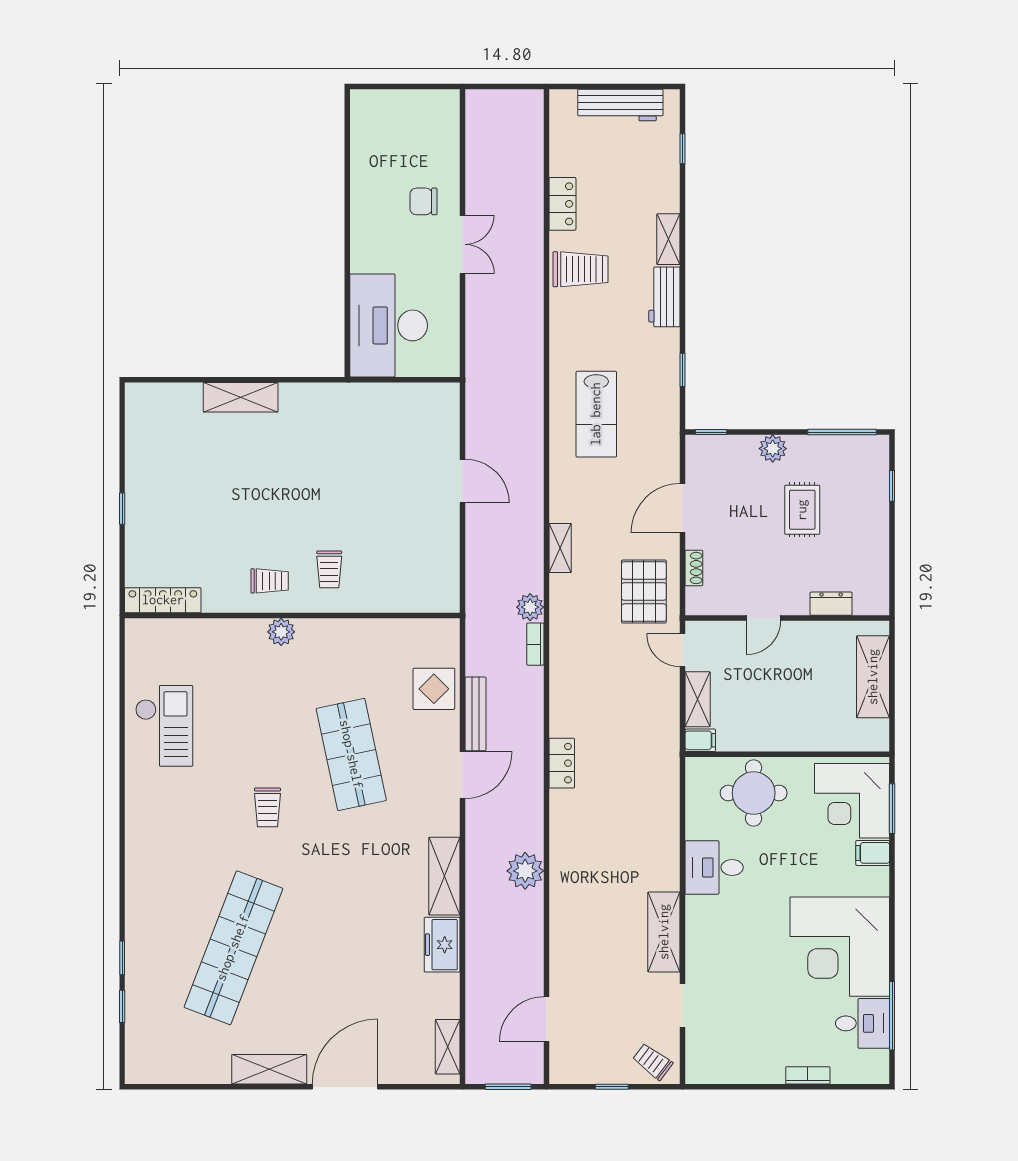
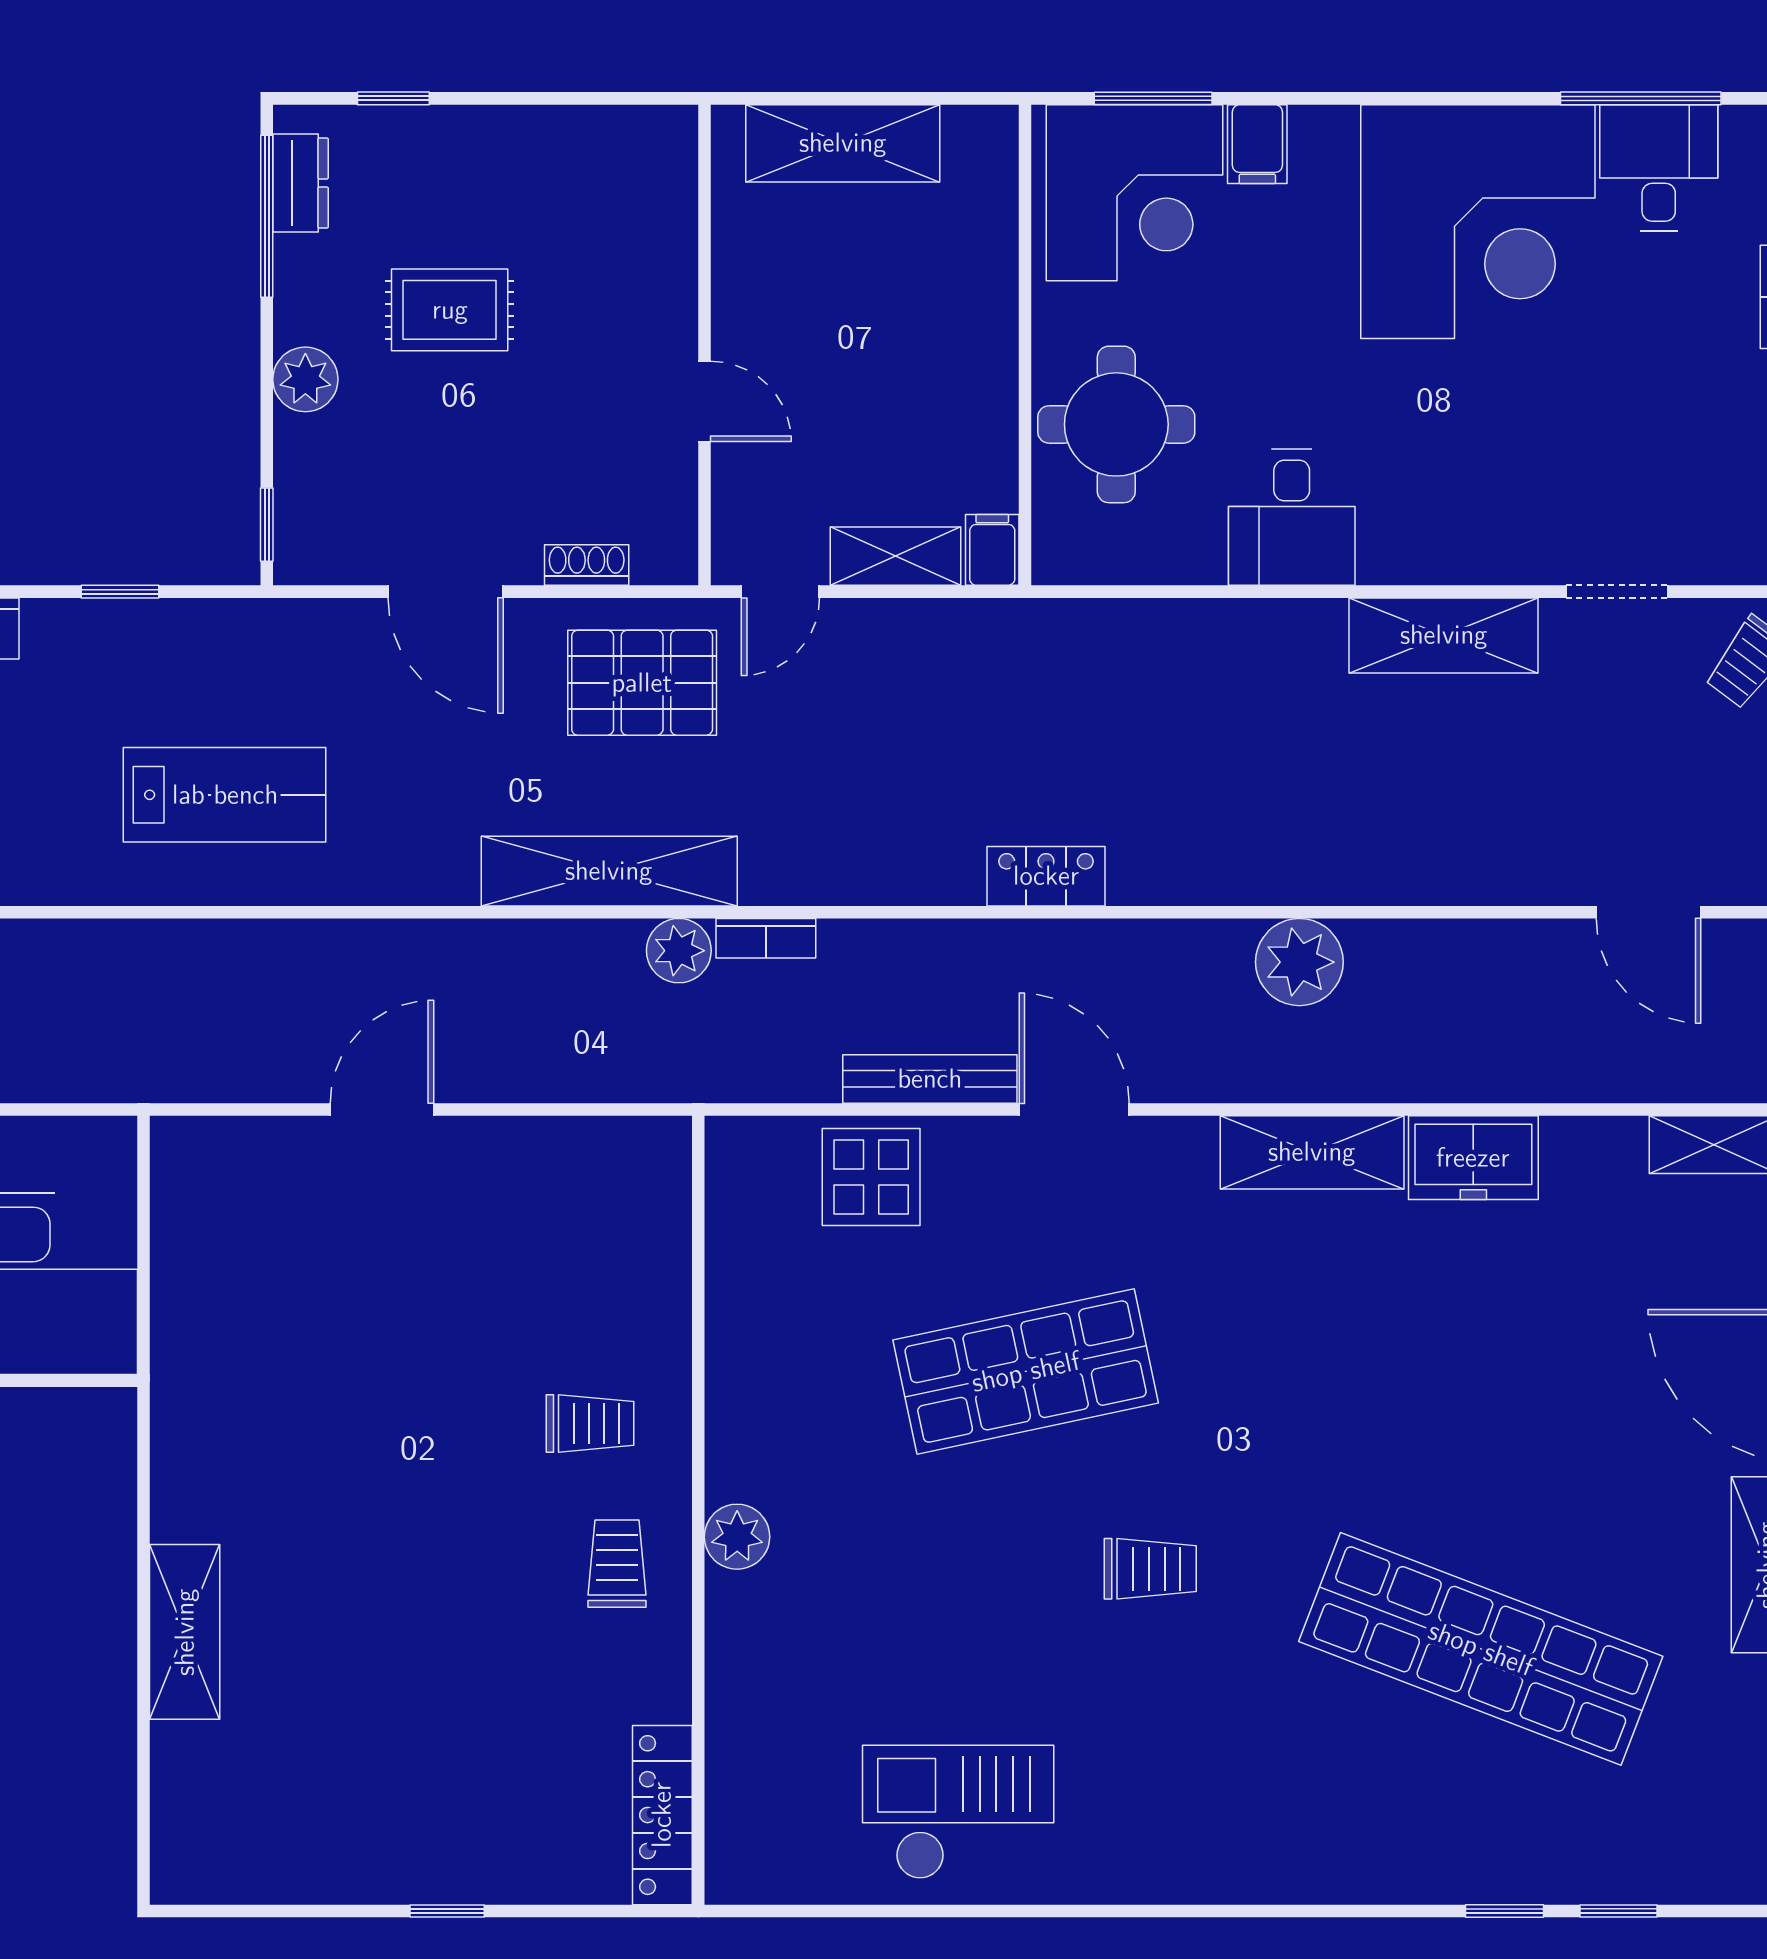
shelving: (560, 548) -> (609, 871), width x2.20, depth x1.33
dresser: (831, 604) -> (301, 183), moved, turned 180

